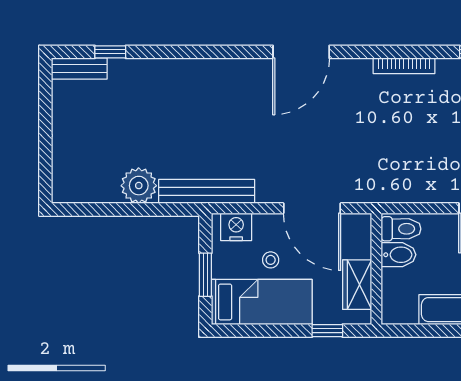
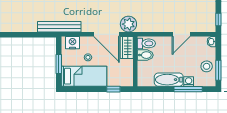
plant: (139, 186) -> (128, 24), moved
wardrobe: (357, 285) -> (127, 48), moved

